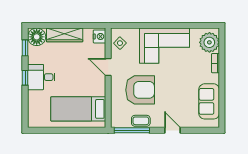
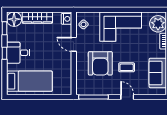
armchair: (140, 90) -> (100, 63), turned 90
bed: (78, 109) -> (29, 81), moved, turned 180
coffee table: (141, 121) -> (127, 67), moved

